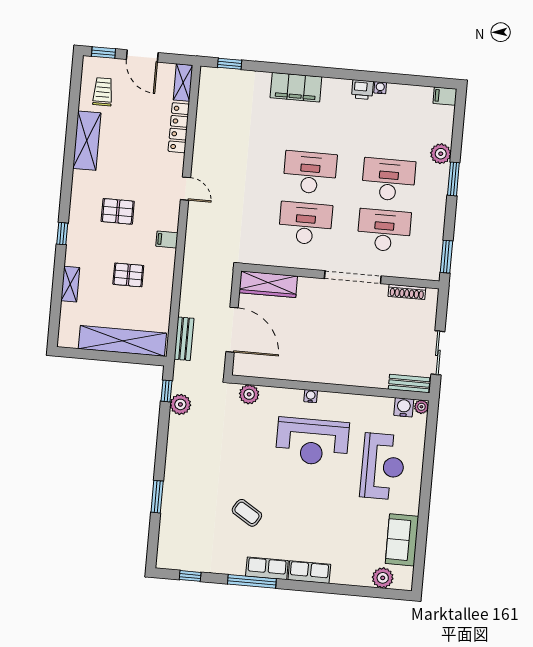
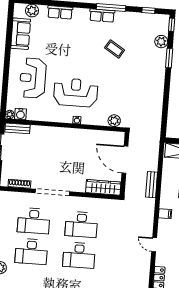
bench: (184, 339) -> (152, 185), moved
window: (167, 391) -> (172, 25), moved
plant: (180, 404) -> (161, 42), moved
row of seats: (309, 572) -> (60, 12), moved

